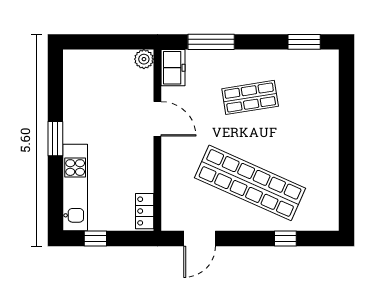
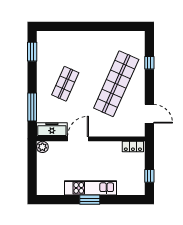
freezer: (173, 68) -> (52, 130), width x1.40
shop shelf: (250, 97) -> (65, 84), turned 33
kitchen unit: (75, 187) -> (91, 188), moved

